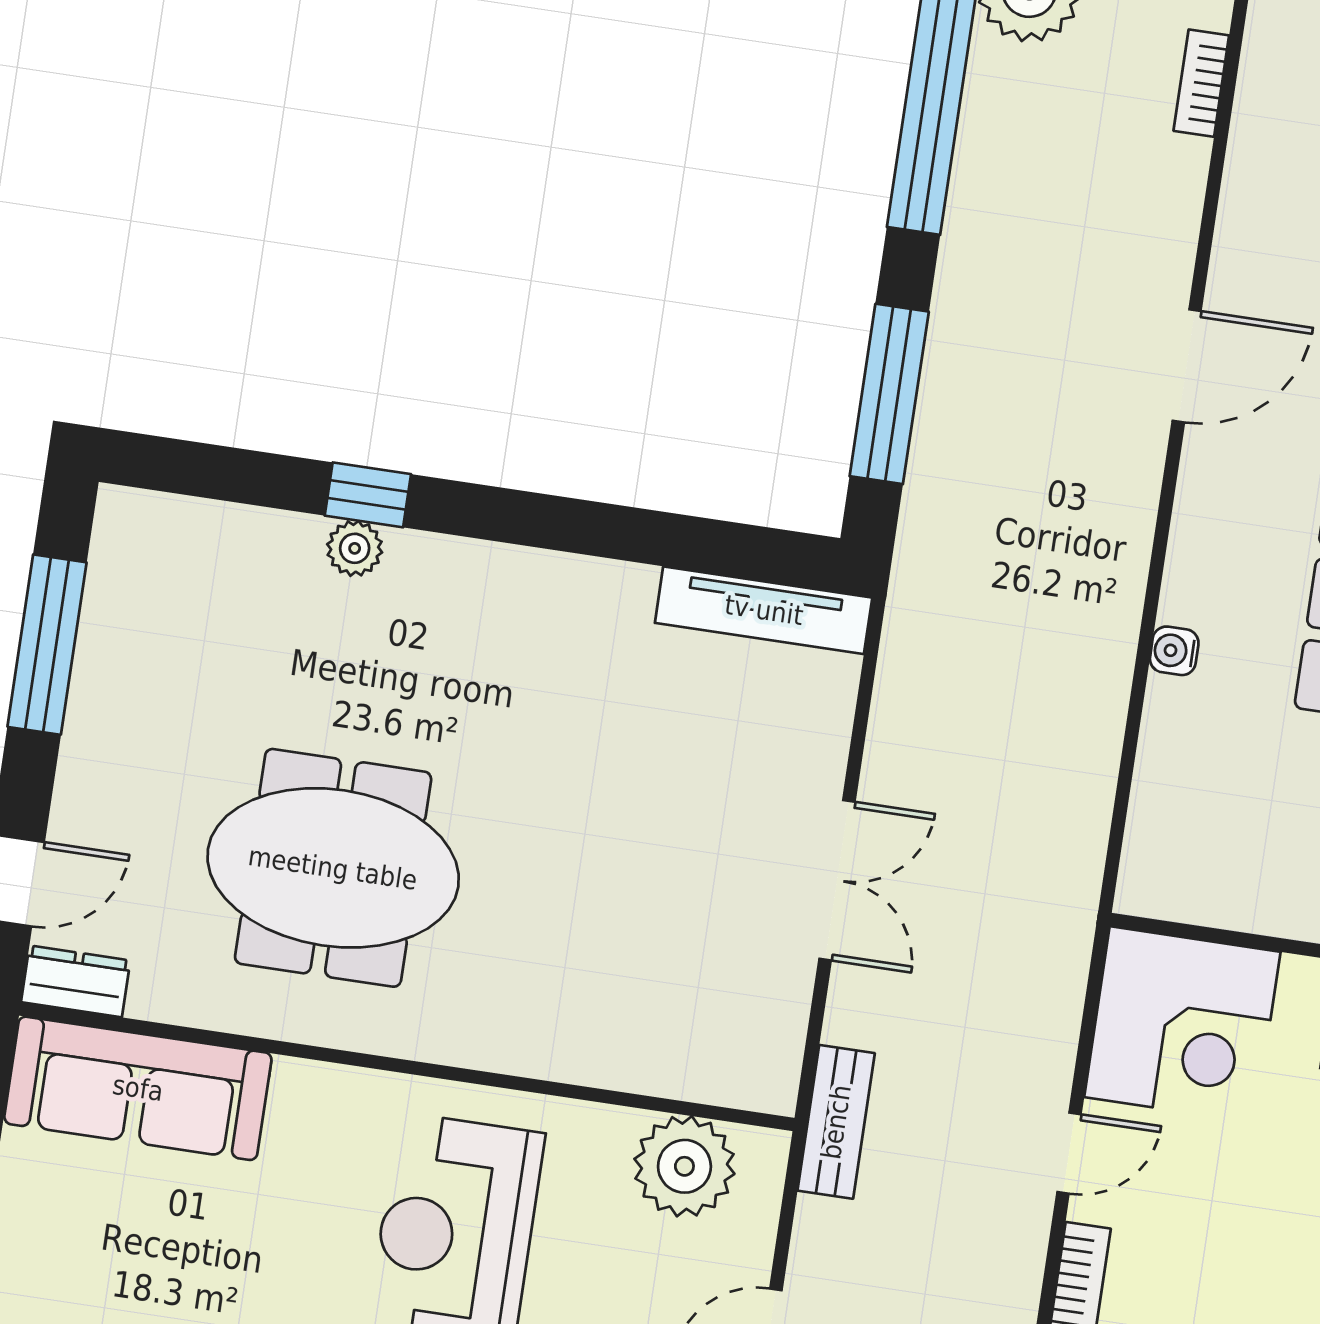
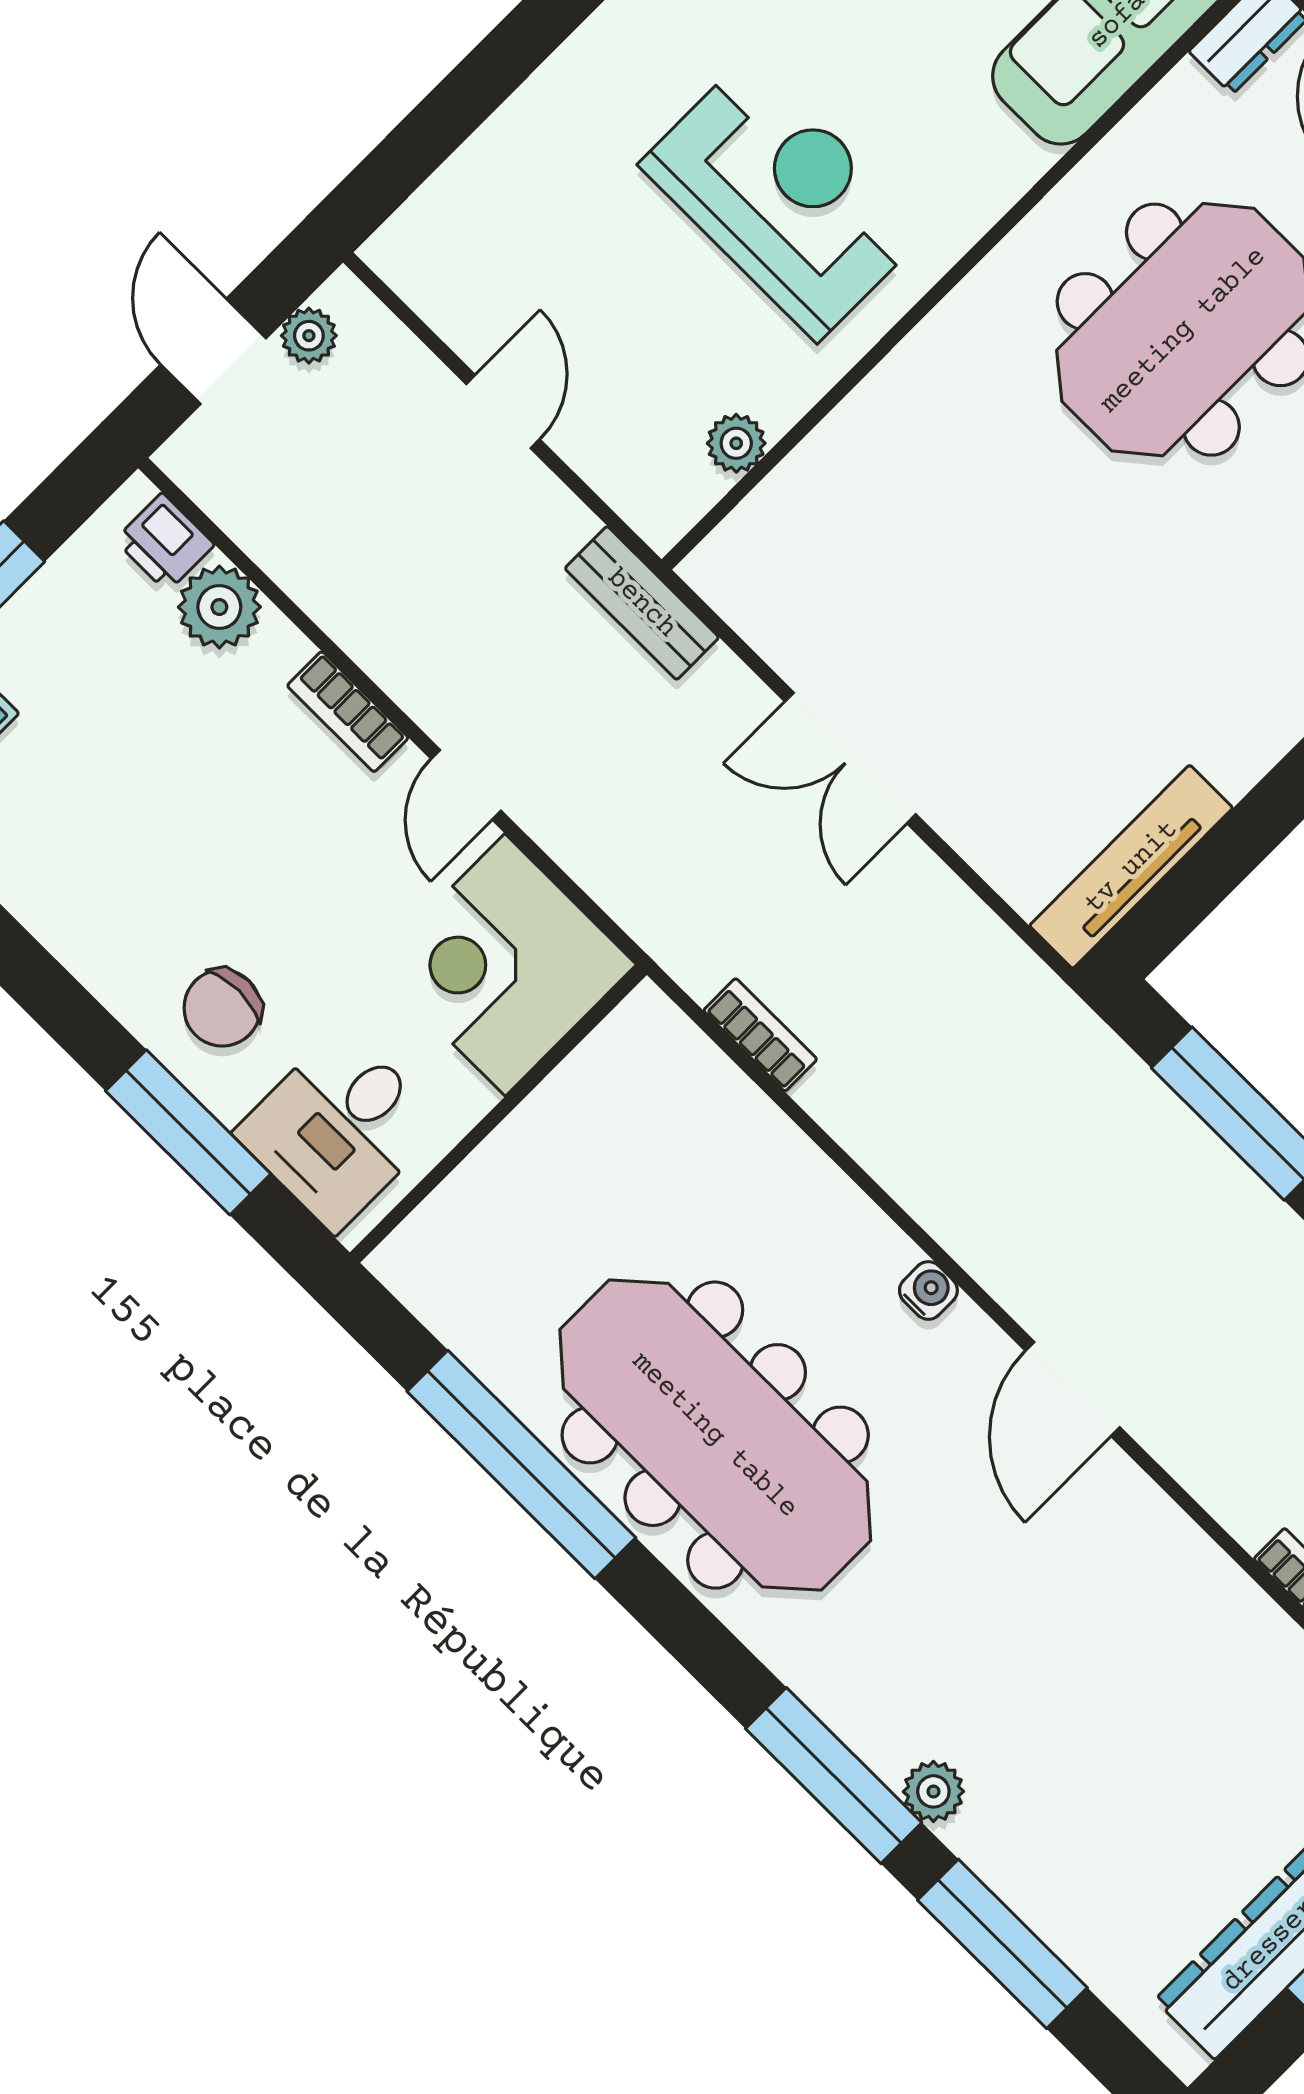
water cooler: (1174, 651) -> (928, 1290), moved
bookcase: (1094, 795) -> (760, 1035), added
plant: (684, 1166) -> (736, 443), width x0.53, depth x0.53

